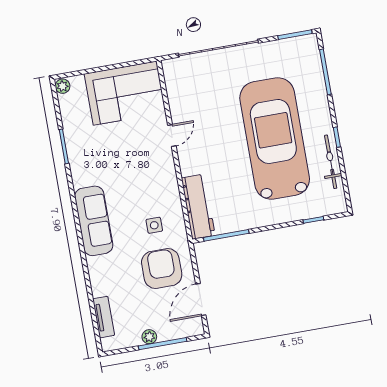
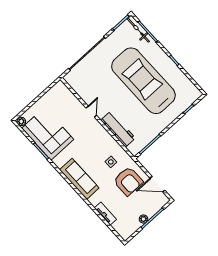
corner sofa: (125, 93) -> (48, 134), moved, turned -90
bicycle: (331, 162) -> (138, 30), moved
workbench: (198, 207) -> (118, 129), moved
armchair: (162, 269) -> (128, 181), turned 180
door: (201, 300) -> (157, 184), hinge flipped
tv unit: (104, 317) -> (105, 214), moved

